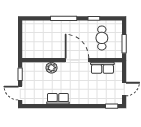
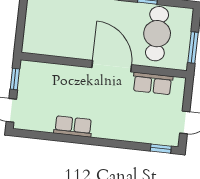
cafe table: (102, 38) -> (157, 34), width x1.37, depth x1.35
plant: (51, 68) -> (68, 74), removed

